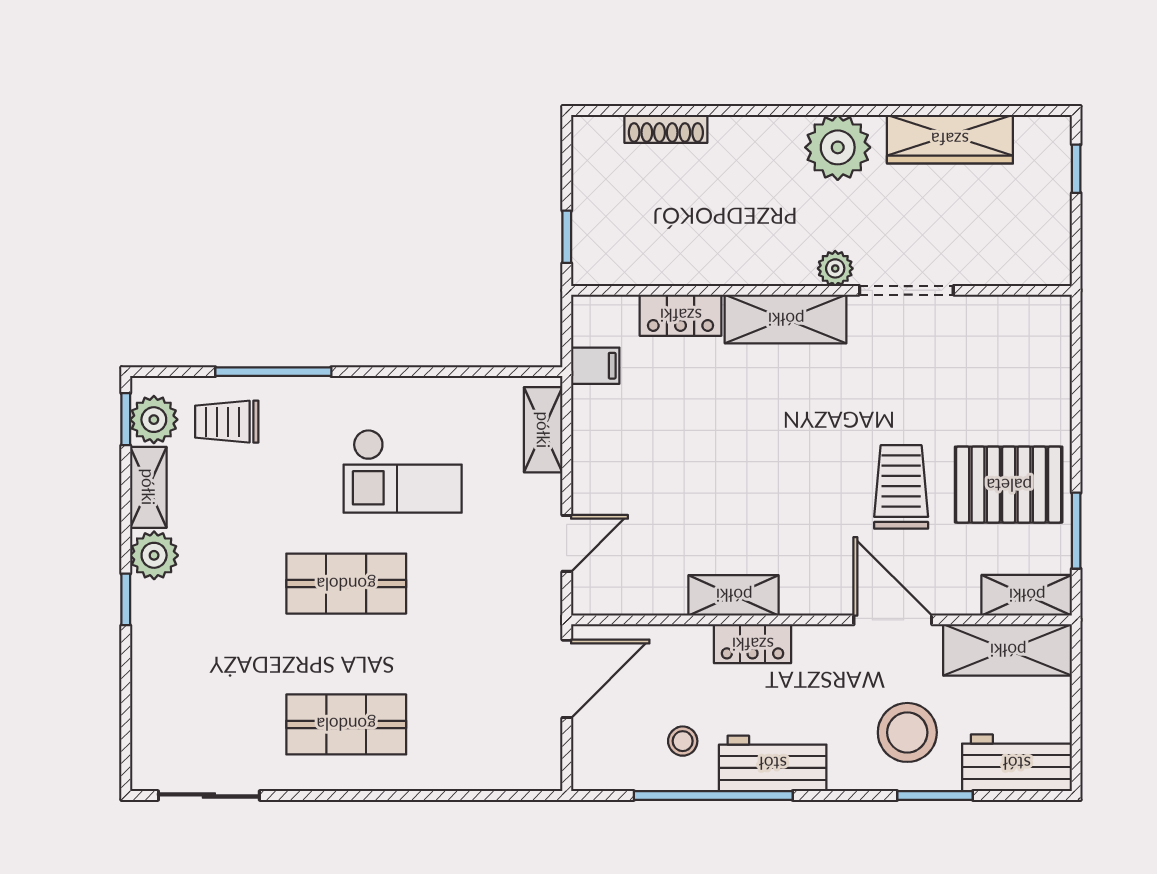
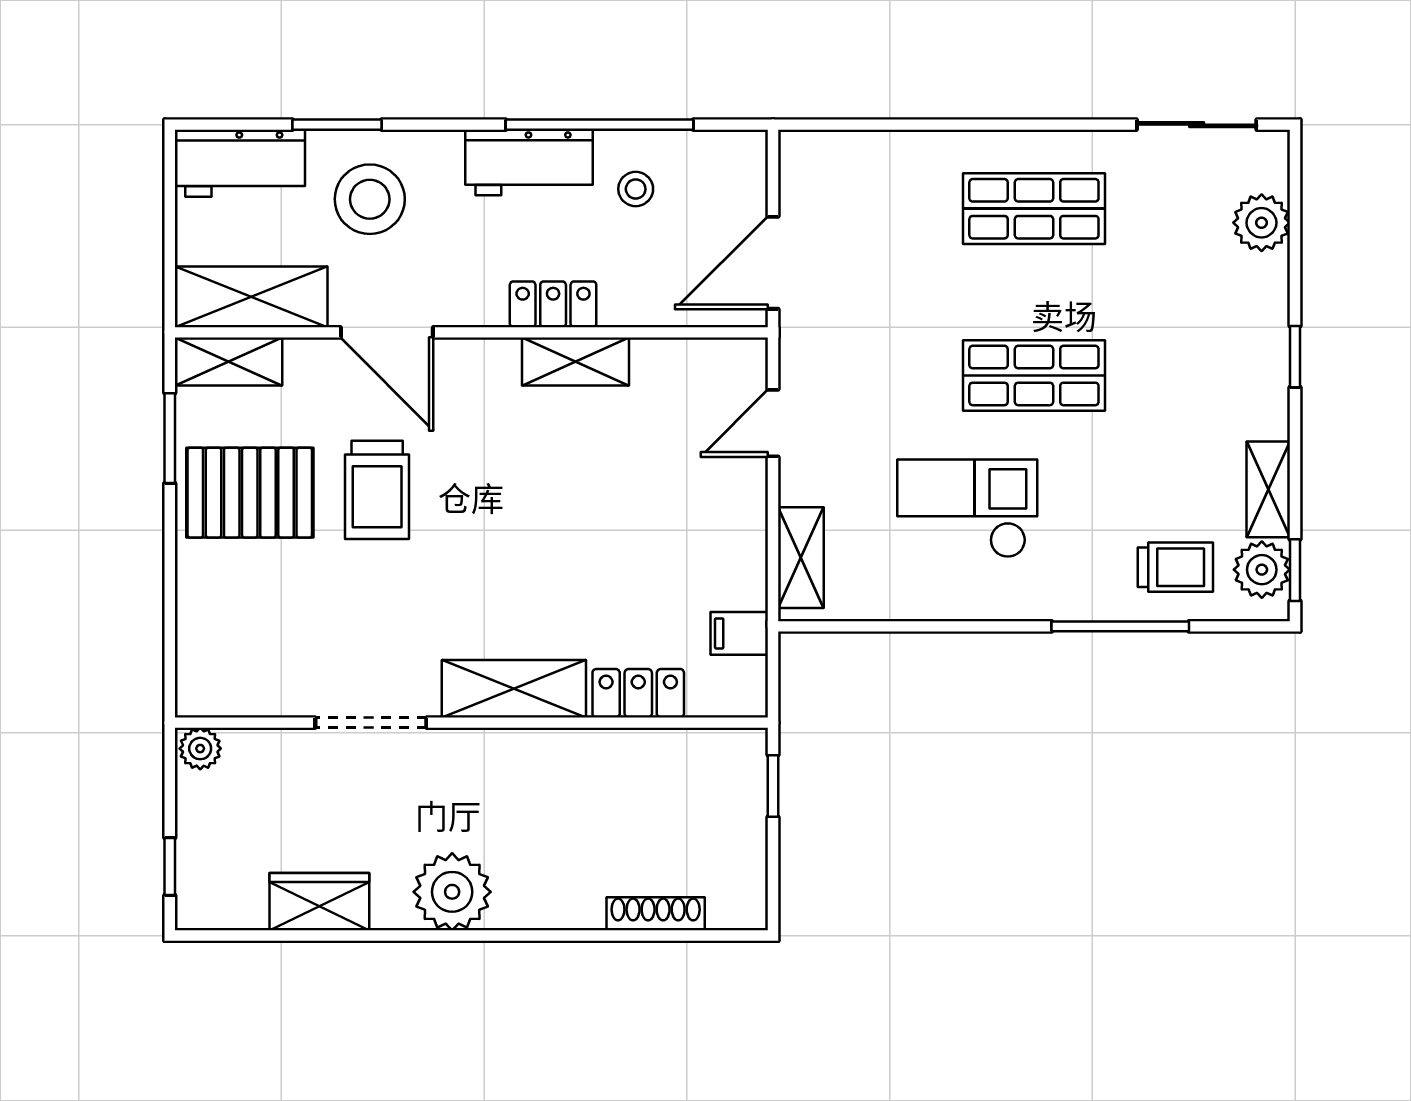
wardrobe: (950, 139) -> (319, 902), width x0.67
plant: (835, 268) -> (200, 749), moved
plant: (154, 555) -> (1262, 223), moved

